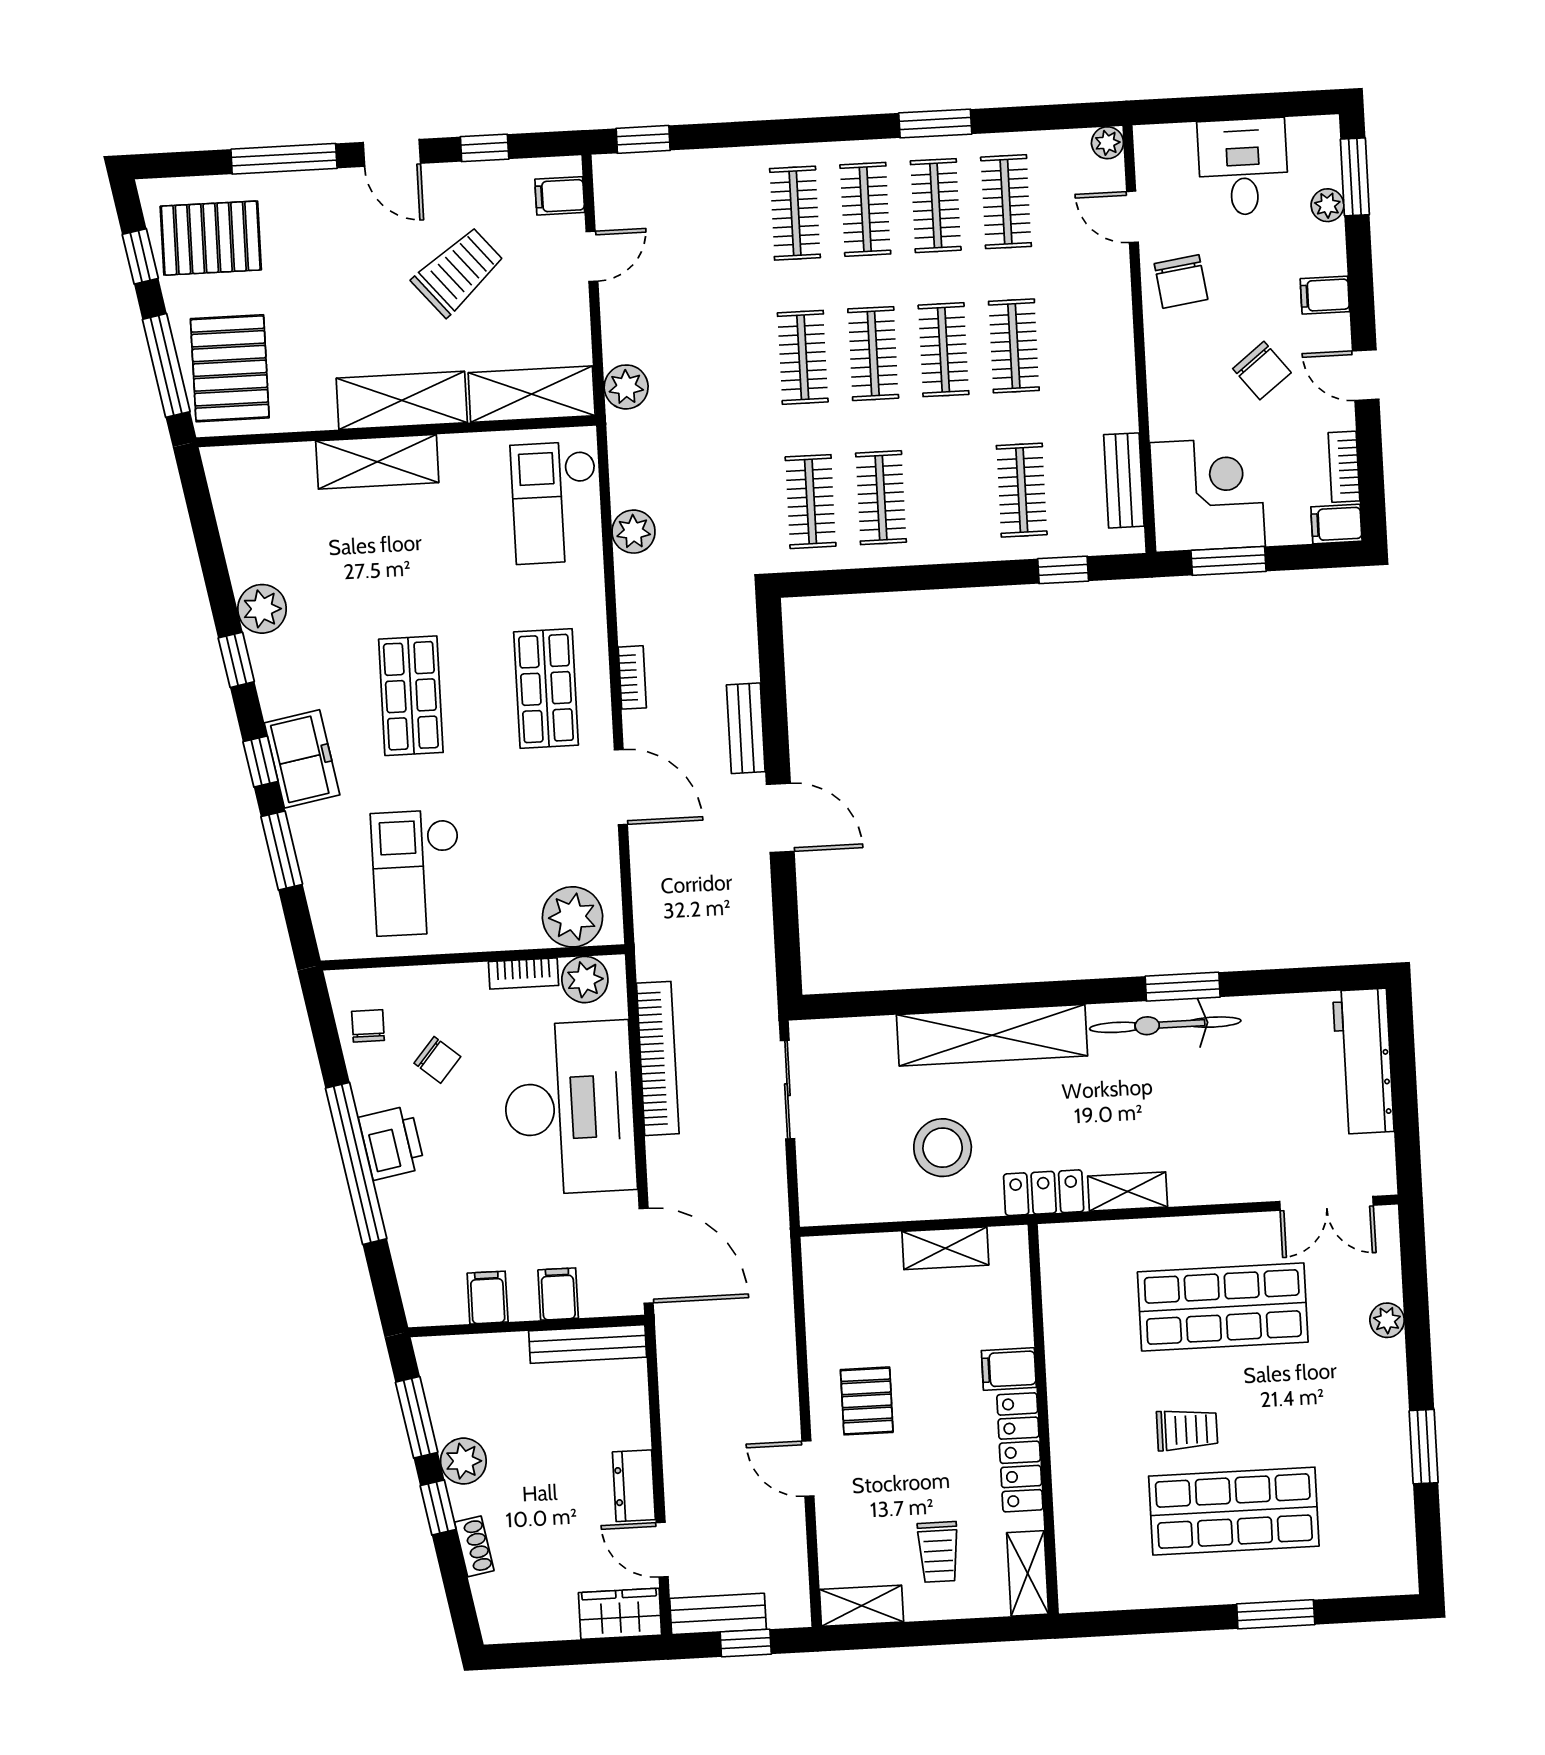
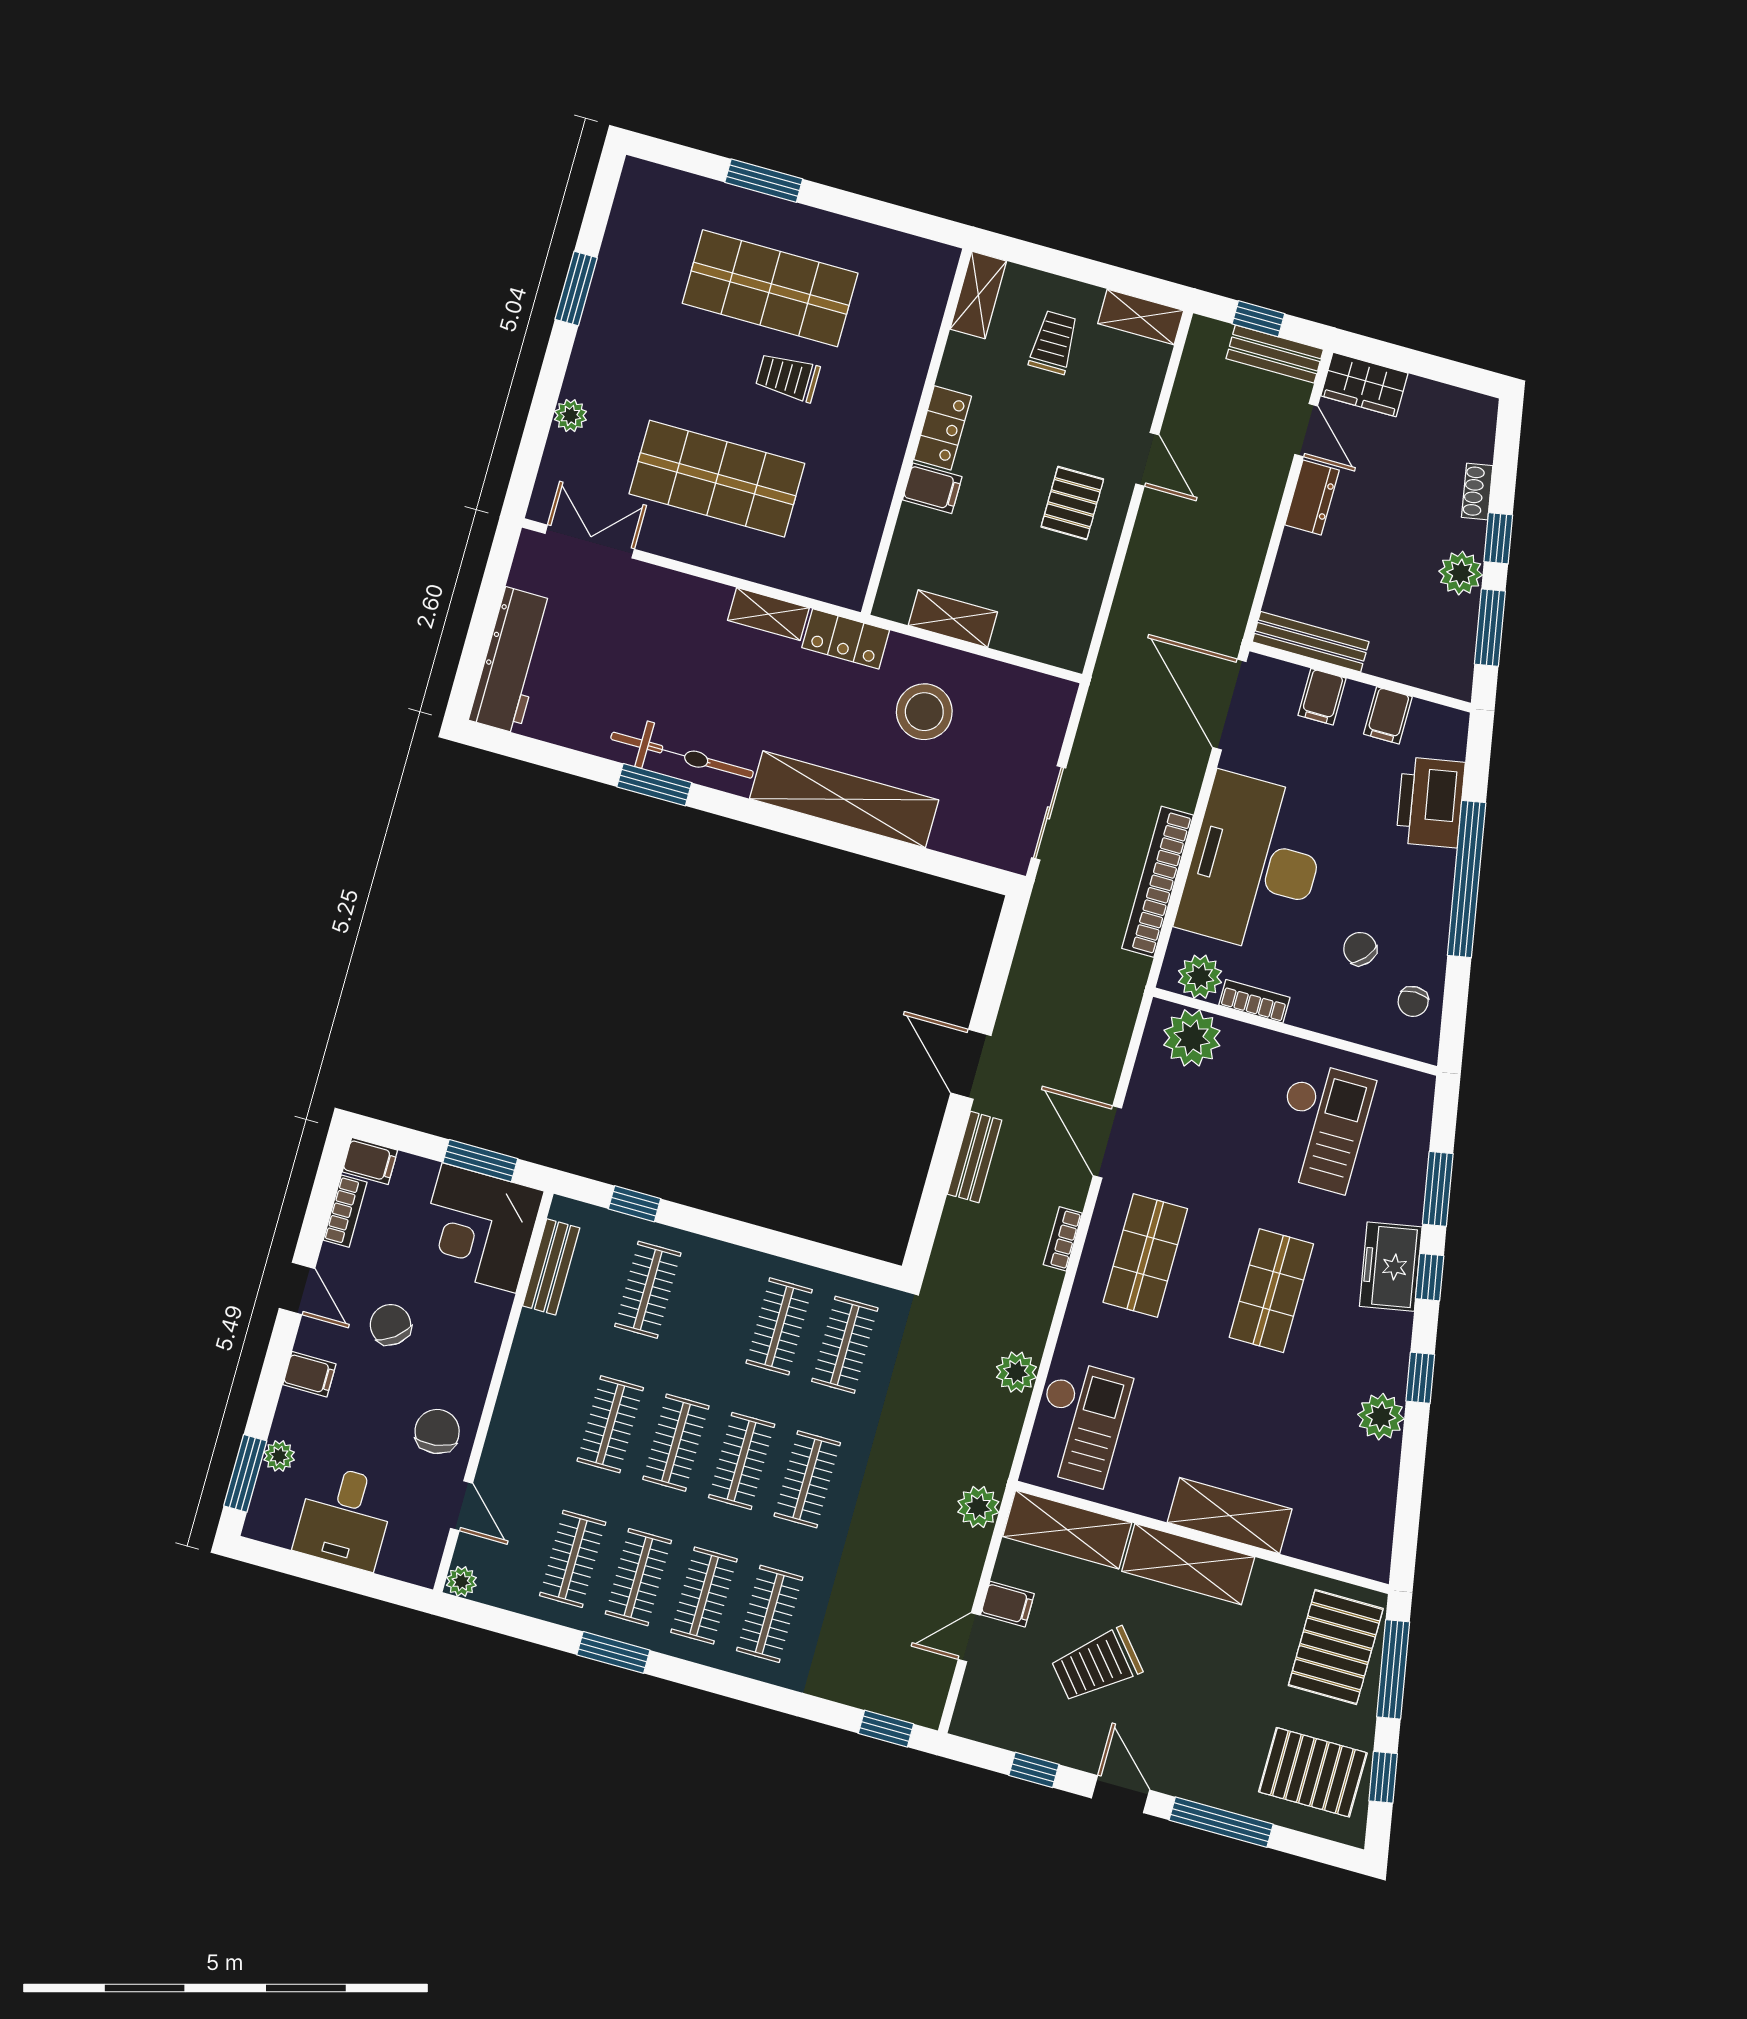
filing cabinet: (560, 196) -> (1007, 1604), moved
printer: (392, 1143) -> (1430, 802), moved, width x1.37, depth x1.19
locker: (1020, 1452) -> (943, 428), width x0.66

